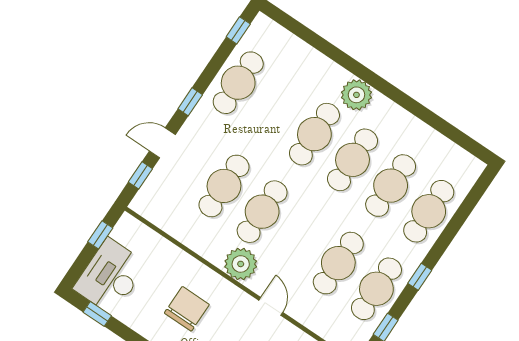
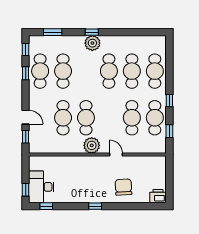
window: (303, 32) -> (53, 32), added
window: (368, 76) -> (92, 32), added
window: (190, 102) -> (26, 73), moved
cafe table: (314, 134) -> (63, 71), moved
door: (162, 143) -> (26, 117), swing flipped
window: (100, 235) -> (26, 190), moved
chair: (187, 309) -> (82, 179), removed

